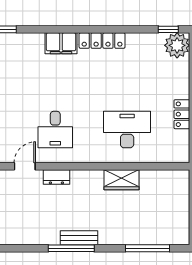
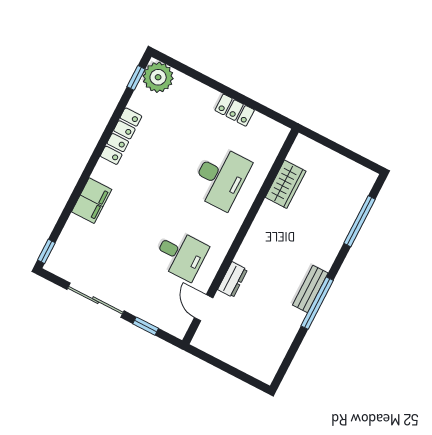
locker: (102, 41) -> (121, 136), moved
desk: (127, 130) -> (221, 178), turned 180
wardrobe: (121, 180) -> (286, 184), moved

